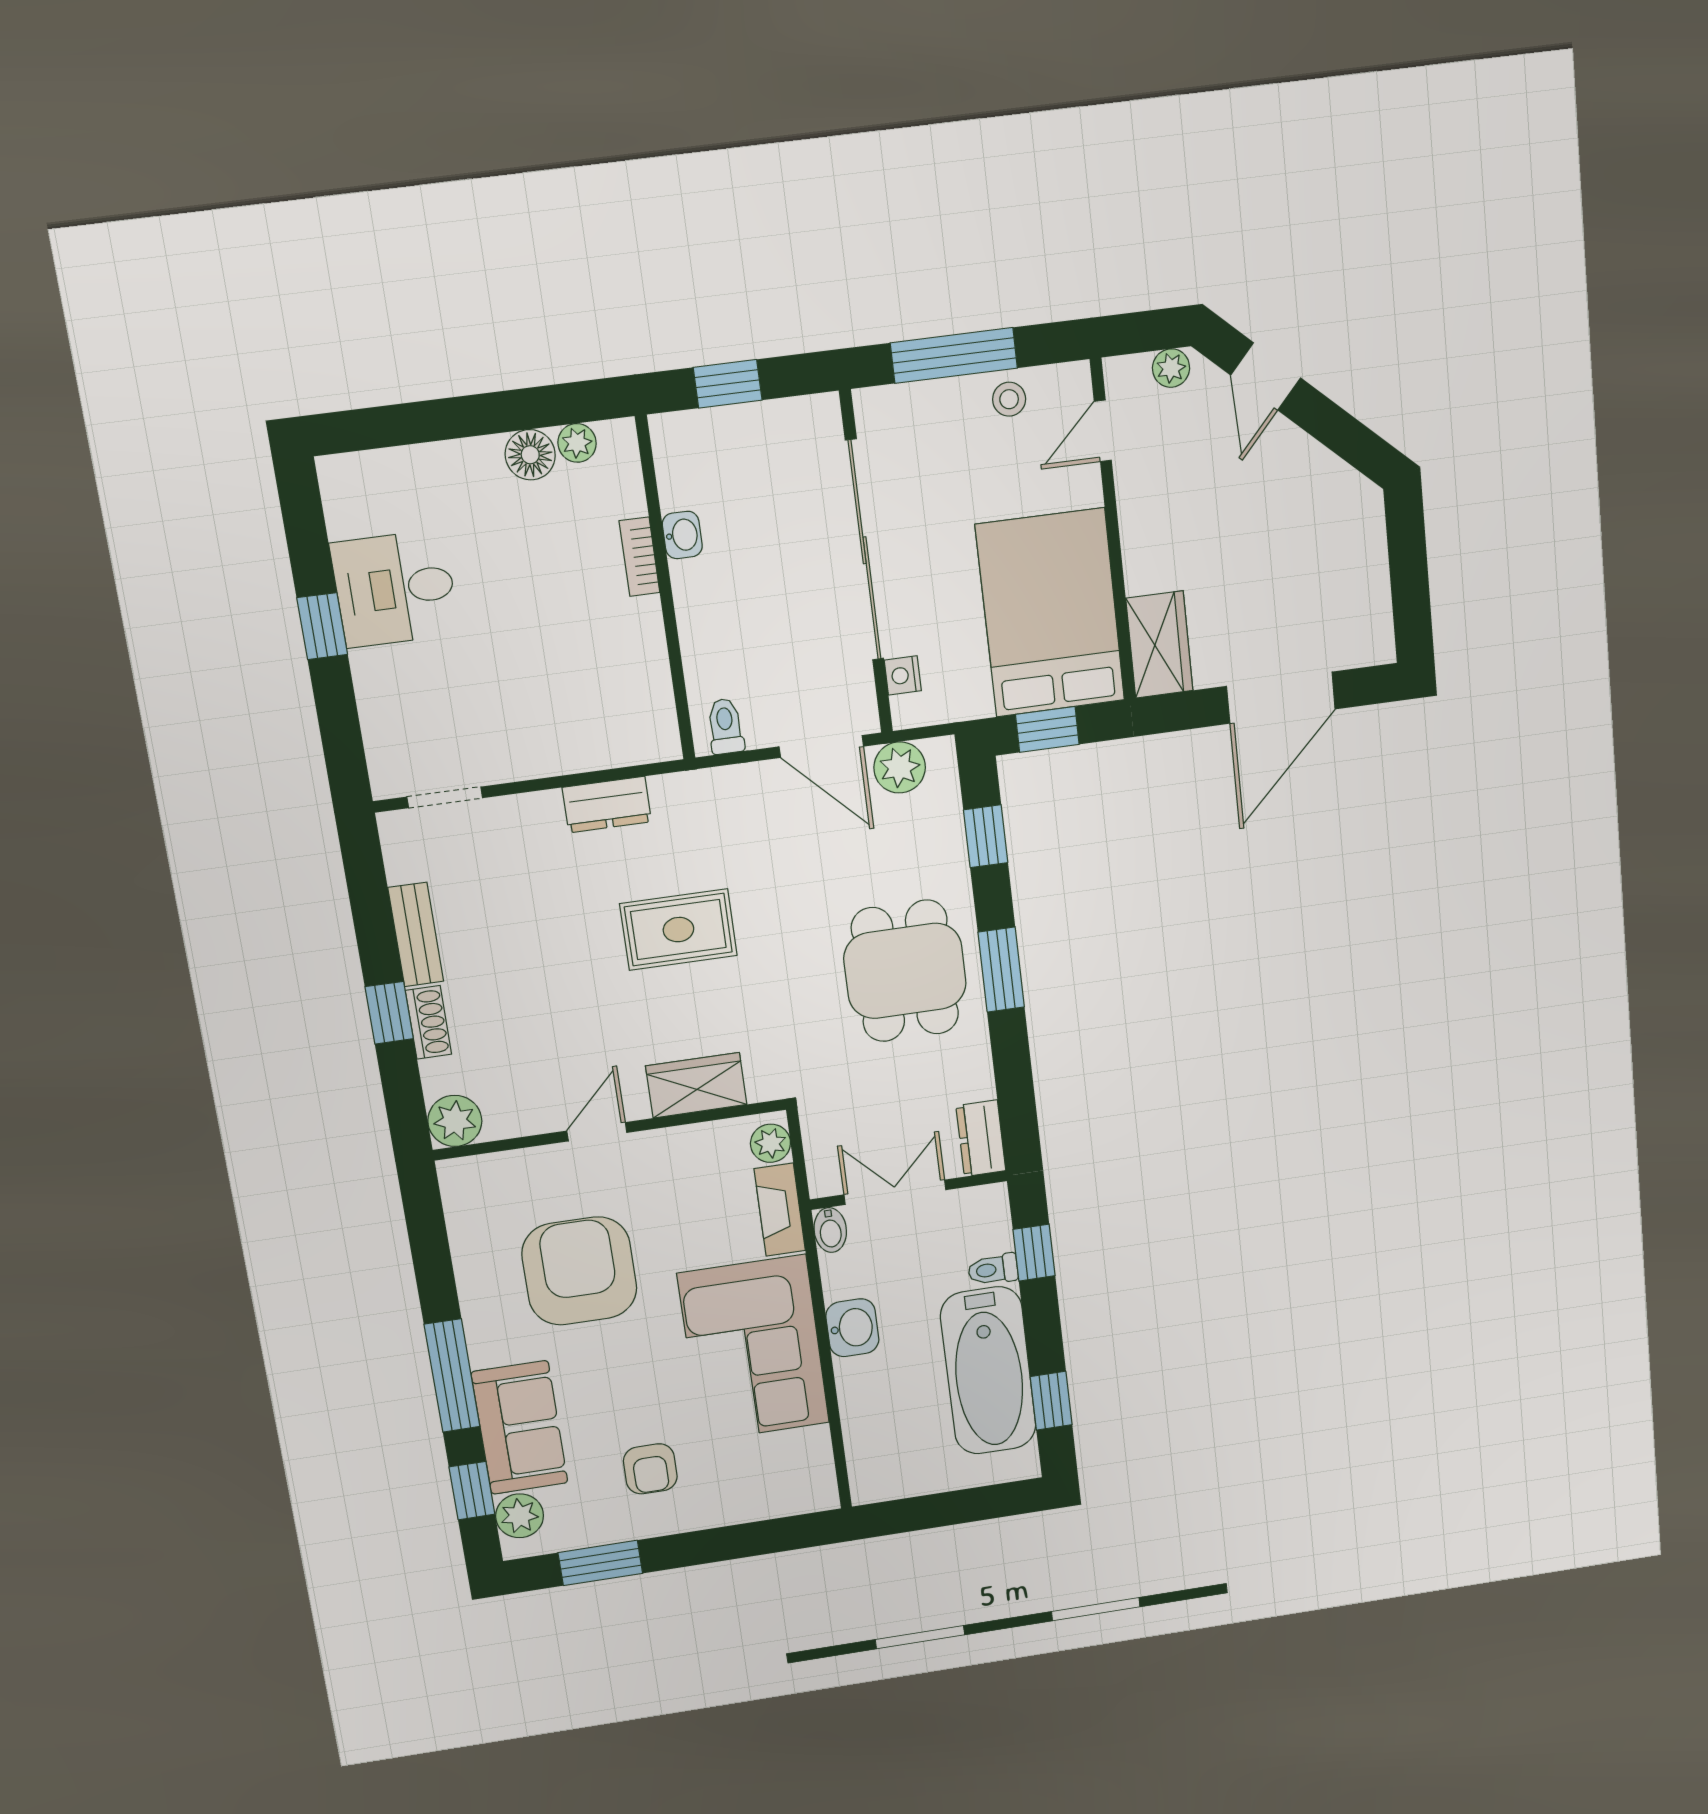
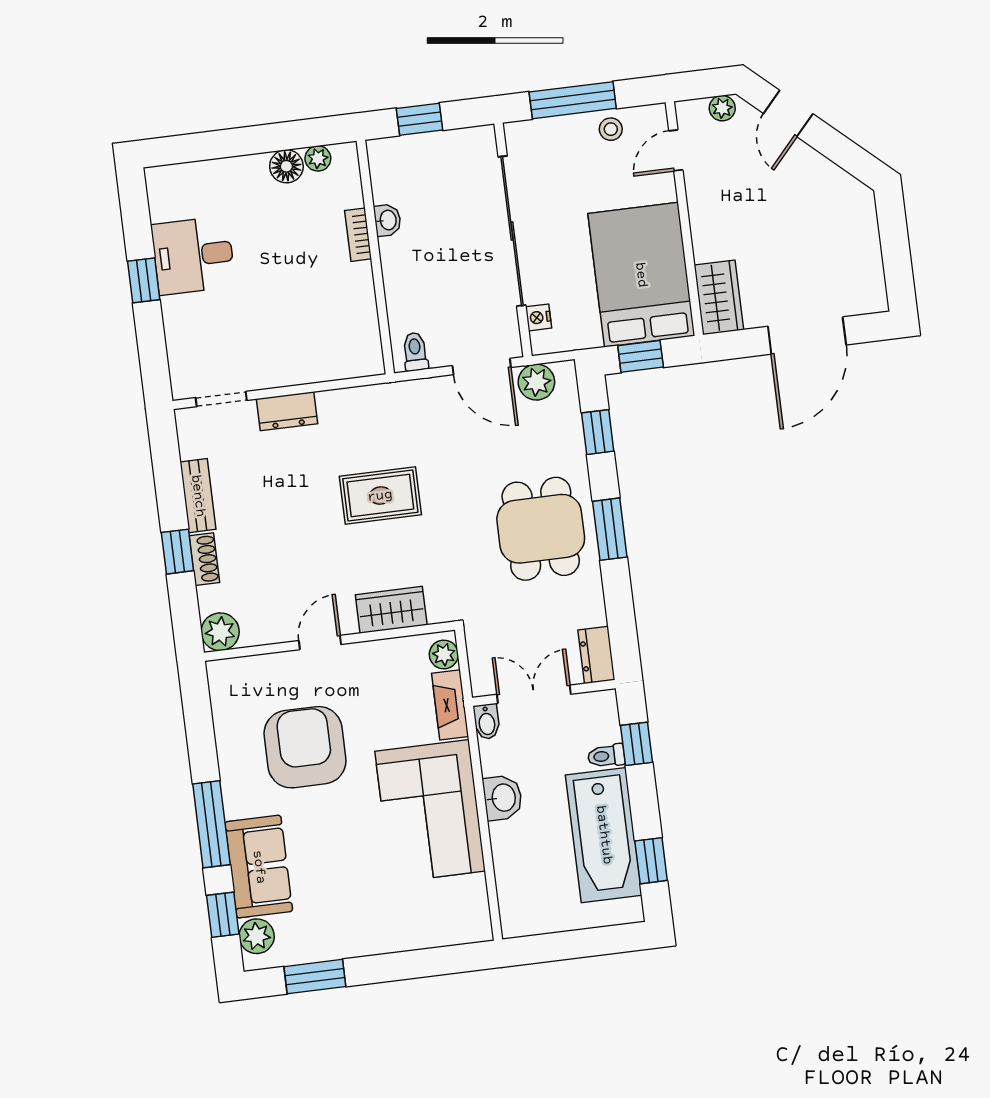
dresser: (607, 805) -> (287, 411), moved
armchair: (650, 1469) -> (353, 903), removed

